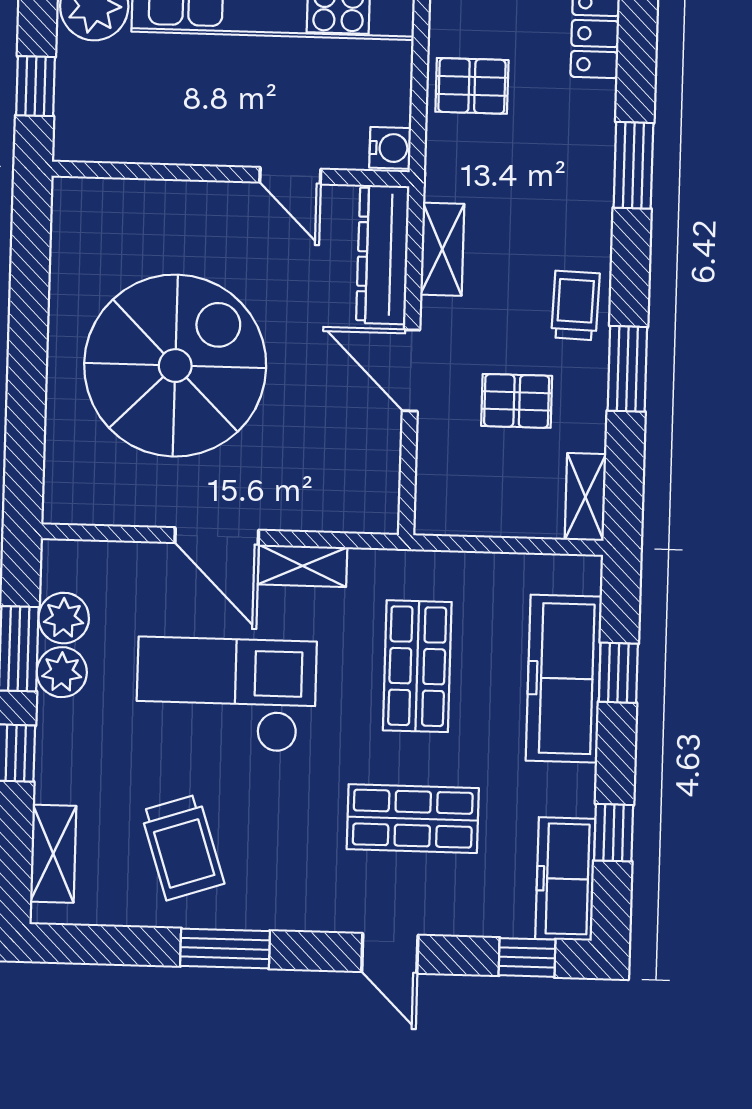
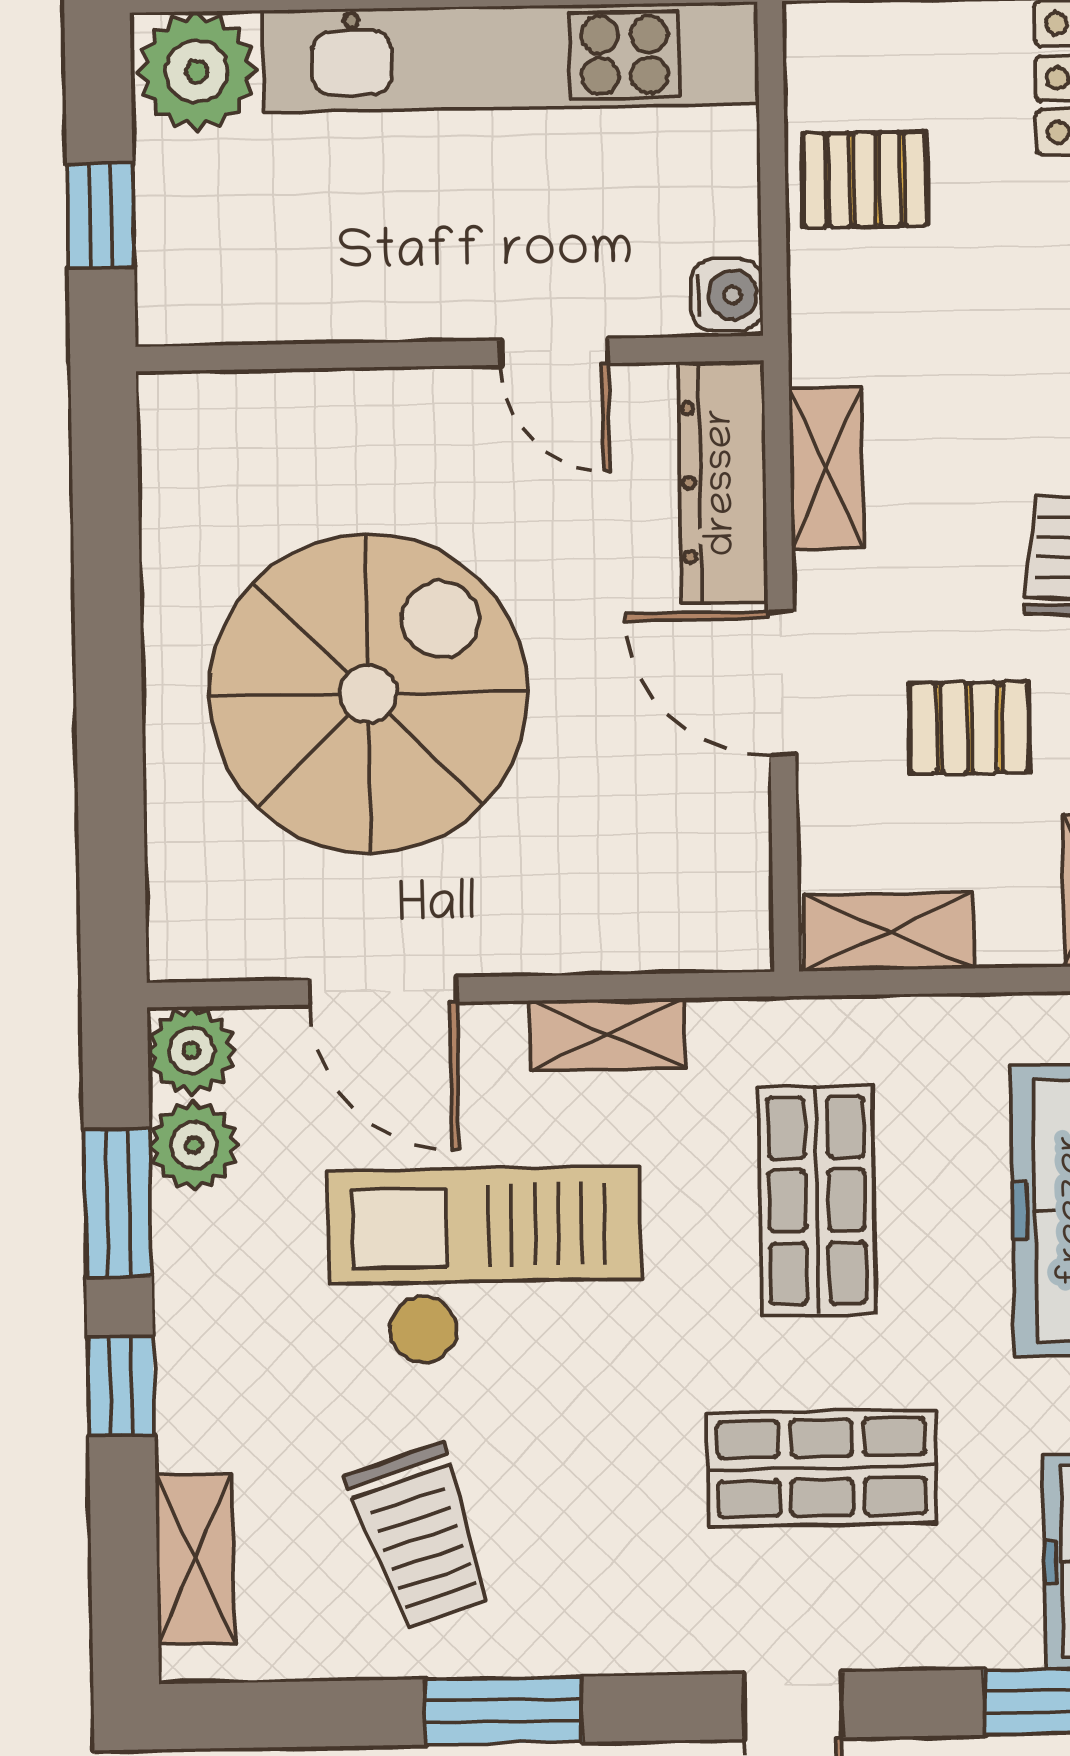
shelving: (465, 515) -> (888, 932), added
door: (217, 536) -> (383, 991), moved
plant: (62, 672) -> (192, 1050), moved

